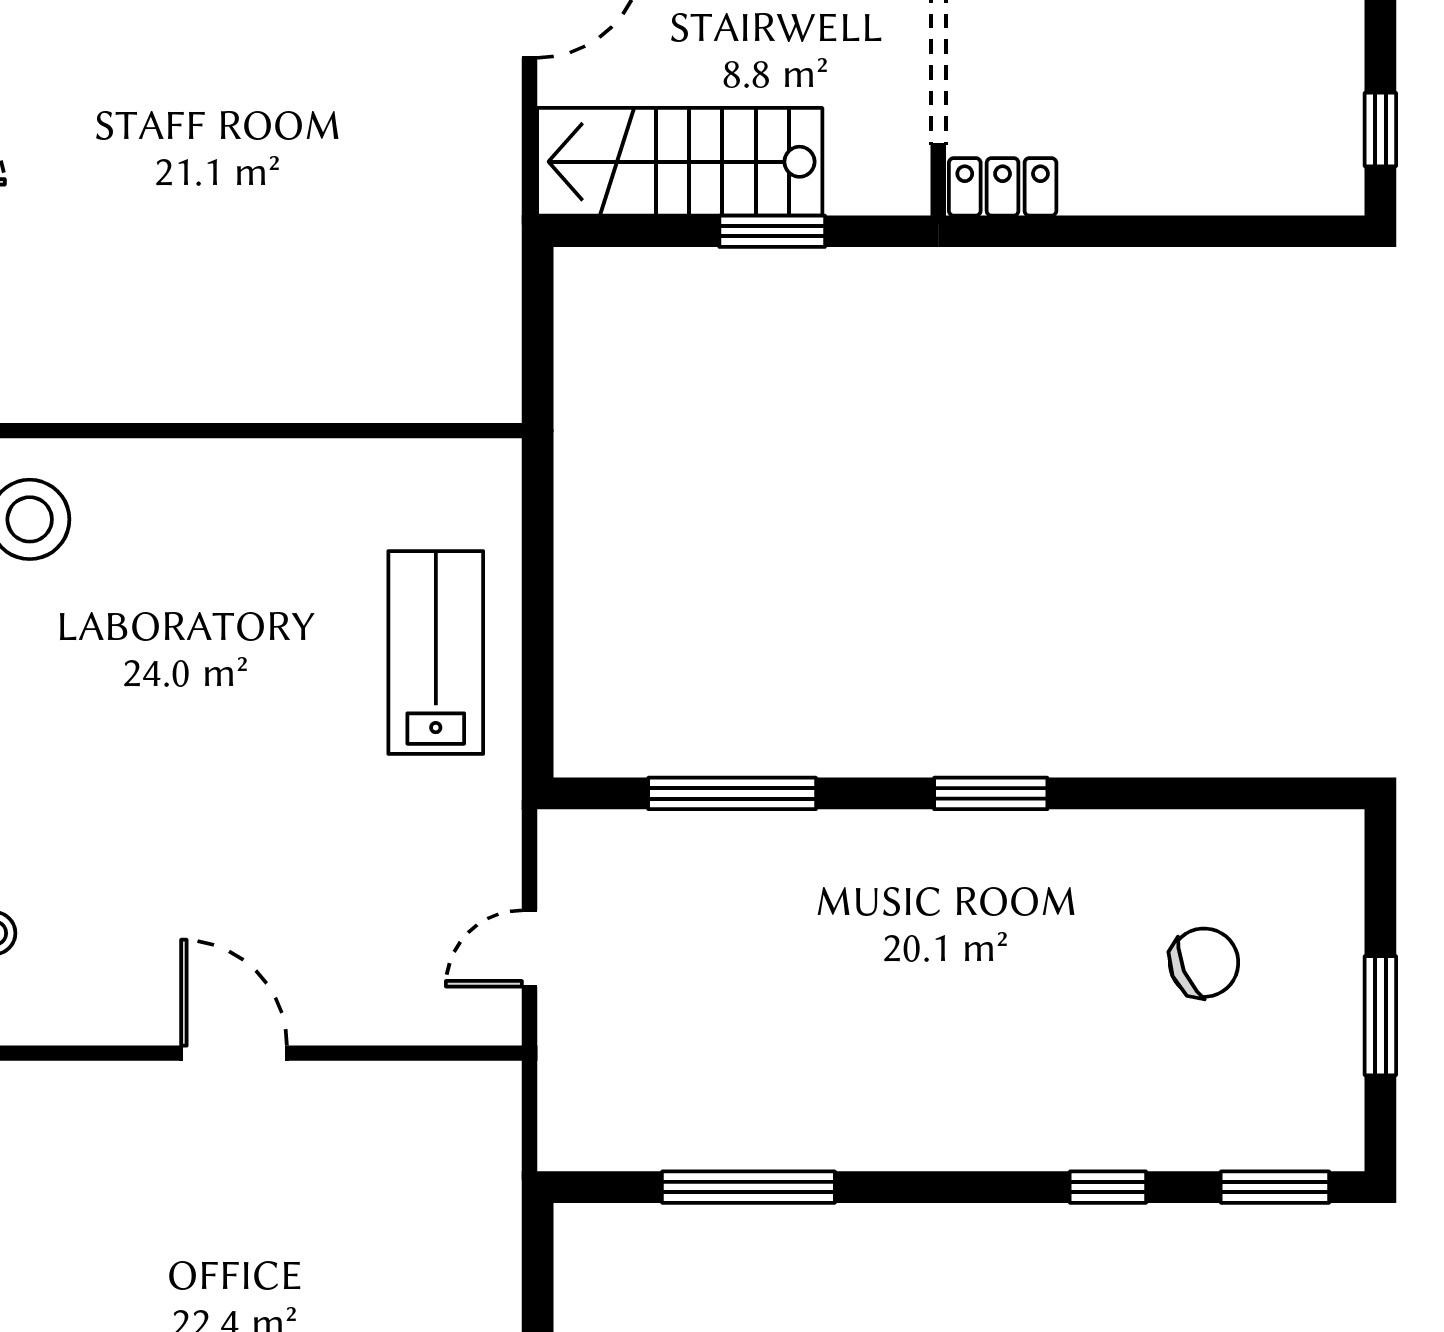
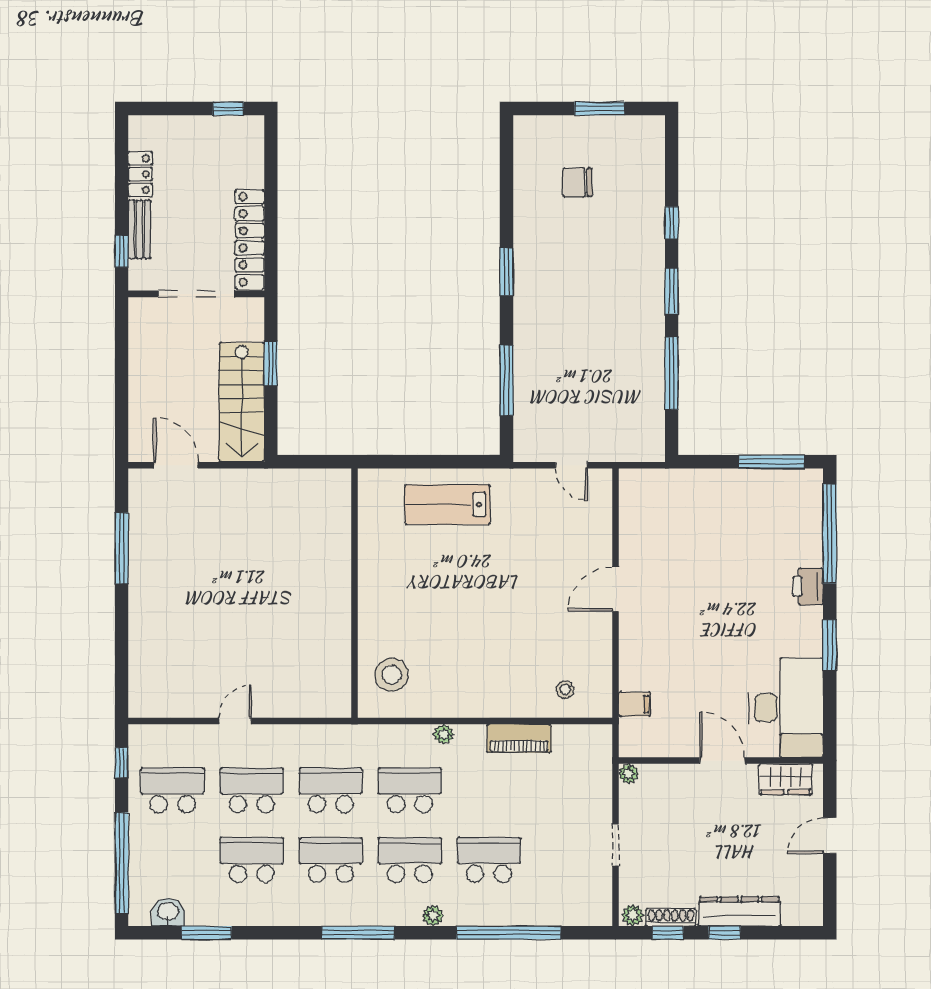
locker: (1003, 187) -> (250, 239), width x2.16, depth x1.21
chair: (1204, 963) -> (577, 182), turned -67
window: (1275, 1187) -> (672, 291), moved

